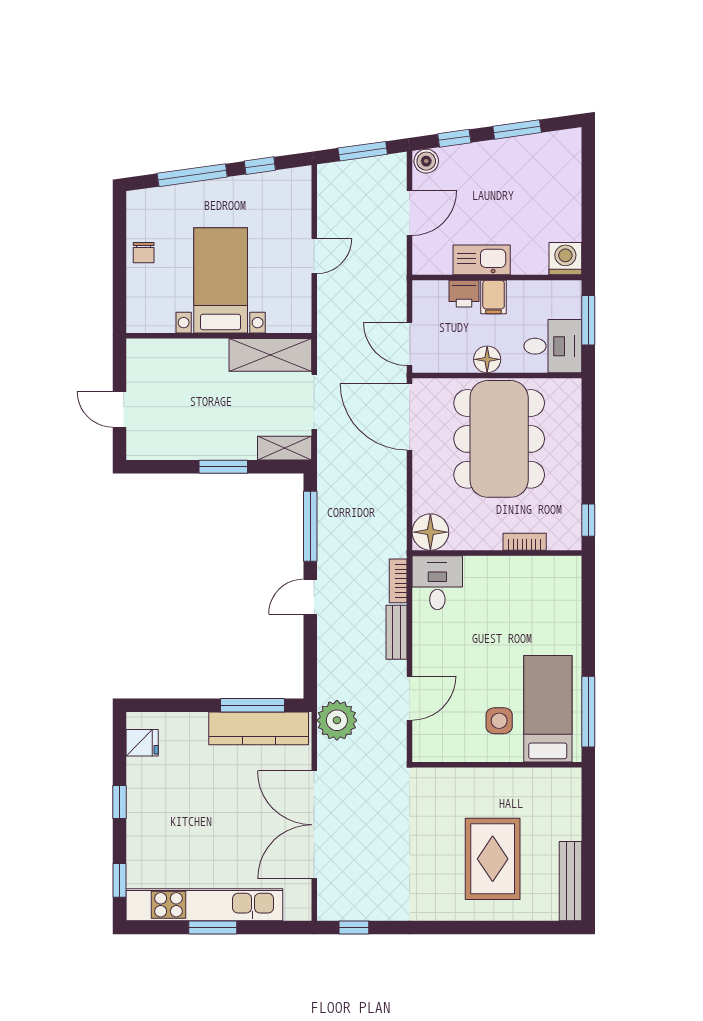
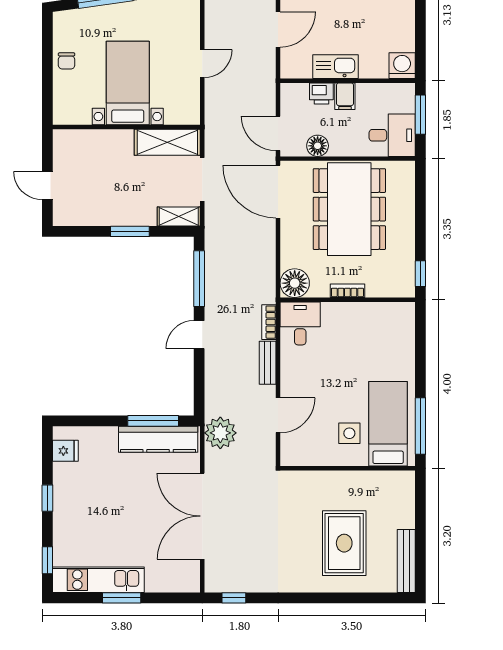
floor lamp: (487, 359) -> (318, 146), moved
bookcase: (525, 542) -> (347, 291), moved
kitchen unit: (204, 905) -> (98, 580), width x0.73

